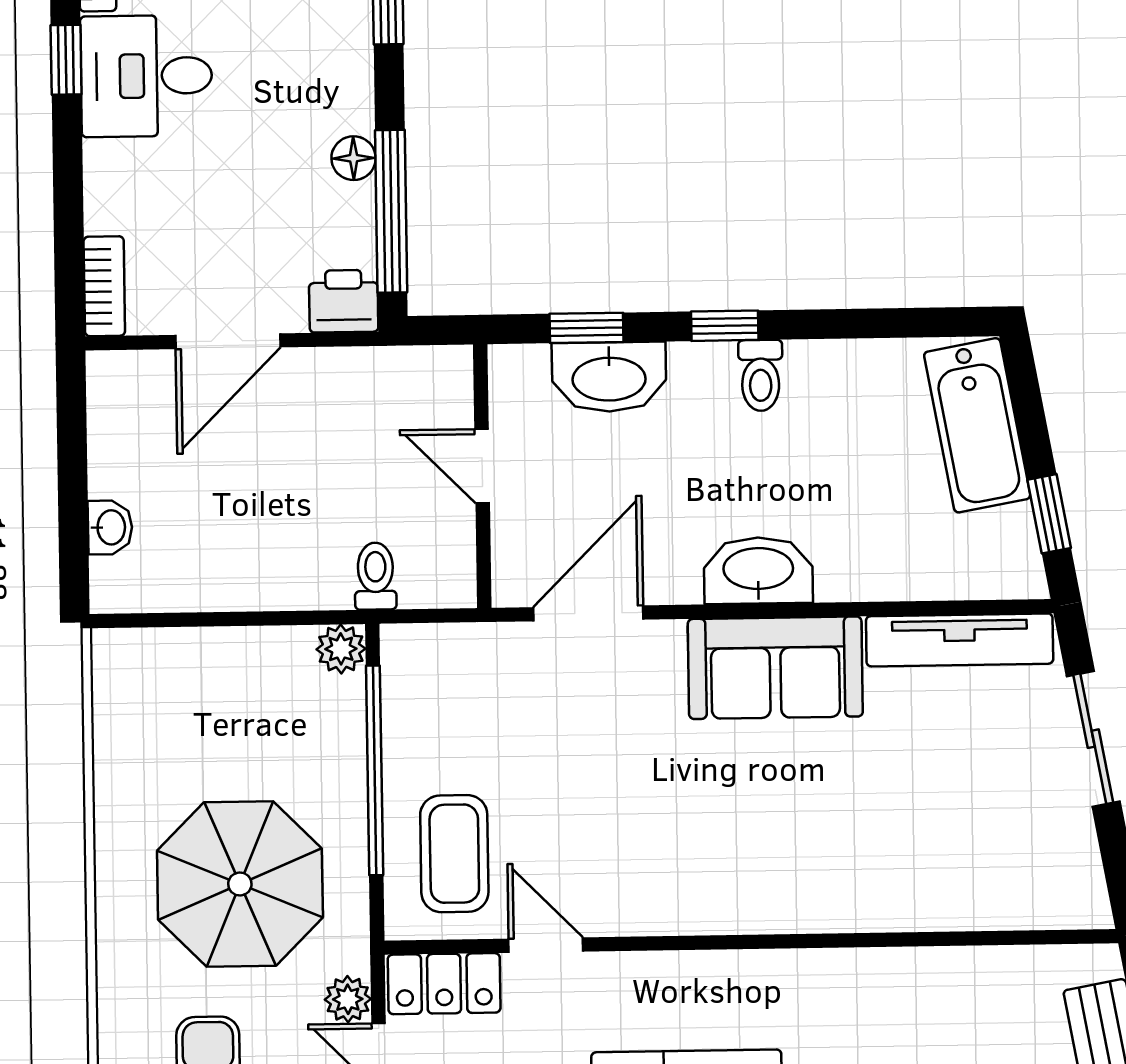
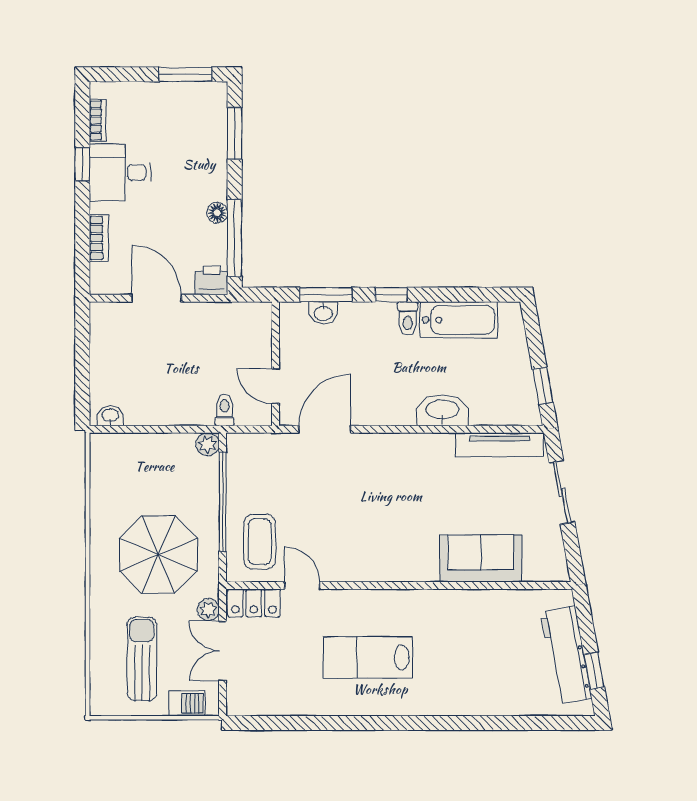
bookcase: (104, 286) -> (99, 238), moved
window: (587, 328) -> (326, 295), width x1.50
door: (228, 341) -> (157, 298), swing flipped
washbasin: (609, 377) -> (323, 313), width x0.52, depth x0.69
bathtub: (977, 425) -> (459, 320), moved, turned -80
door: (482, 466) -> (276, 386), moved
washbasin: (110, 527) -> (110, 416), moved, turned -90
washbasin: (758, 570) -> (442, 410), moved
sofa: (775, 668) -> (481, 559), moved, turned 180

